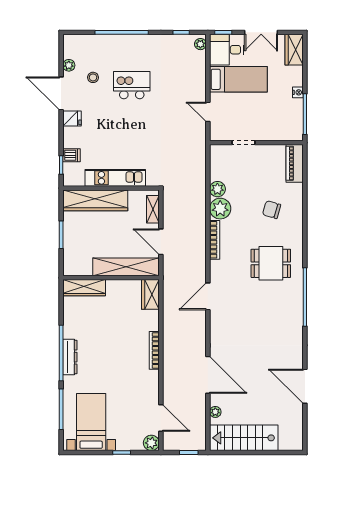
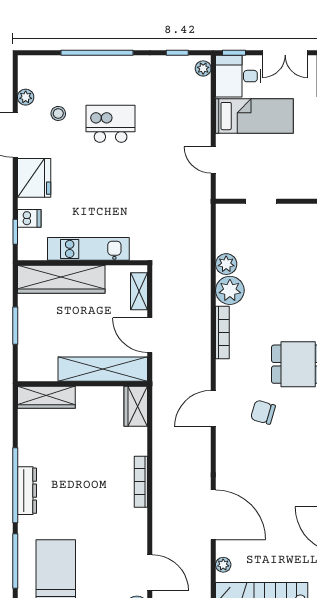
fridge: (72, 118) -> (34, 178), width x1.88, depth x1.34
chair: (272, 210) -> (263, 412), moved

